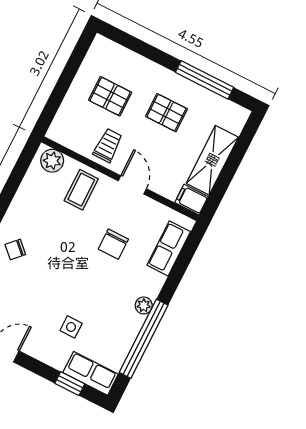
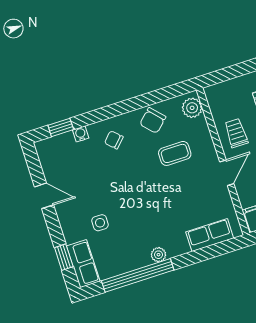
trolley: (108, 145) -> (236, 133), turned -90
coffee table: (81, 190) -> (175, 153), moved
chair: (113, 244) -> (153, 120), moved, turned -43

